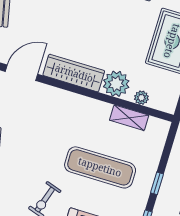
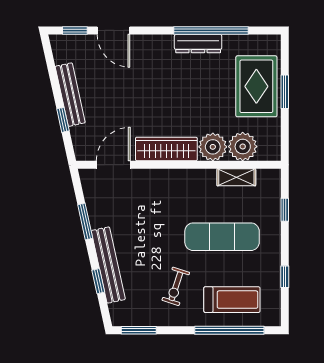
plant: (141, 98) -> (243, 147), width x1.88, depth x1.88
window: (157, 183) -> (285, 210), moved

